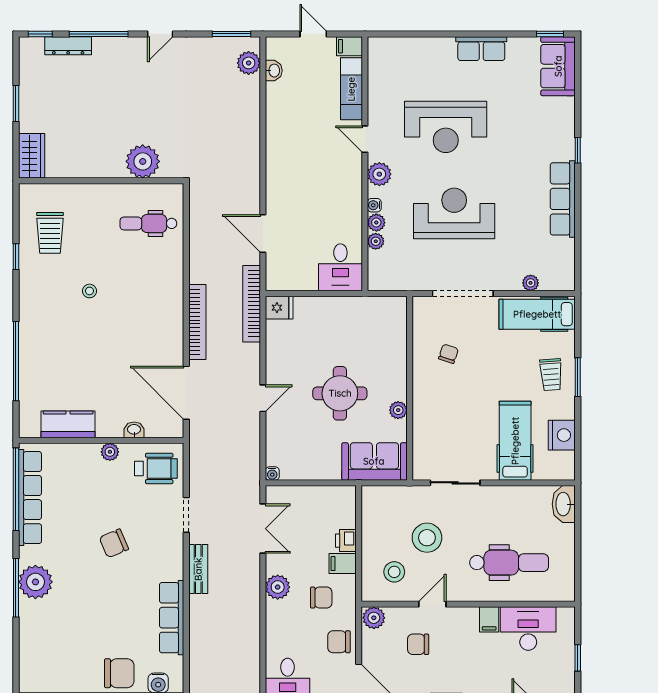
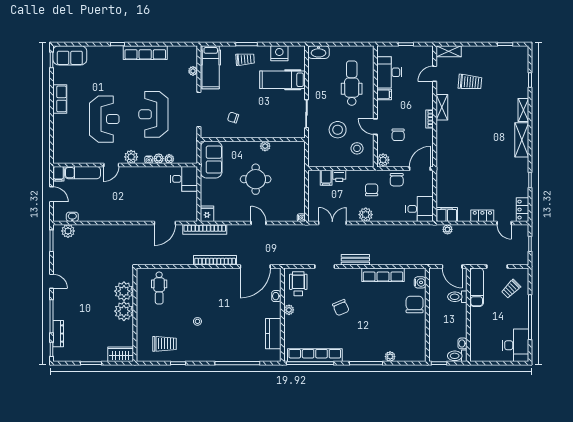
door: (313, 34) -> (52, 194), swing flipped
plant: (107, 161) -> (124, 311), added
sofa: (374, 461) -> (211, 160), moved, turned 180
filing cabinet: (343, 564) -> (326, 178), moved
plant: (35, 582) -> (390, 357), moved, width x0.53, depth x0.53

